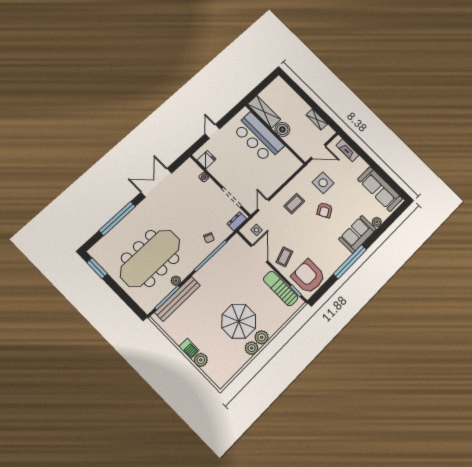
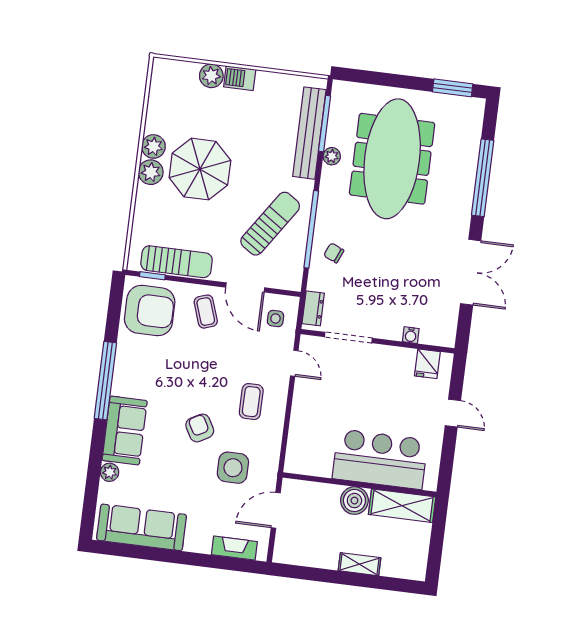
shelving: (317, 119) -> (360, 564), moved
sun lounger: (227, 273) -> (270, 224), added

